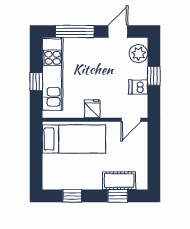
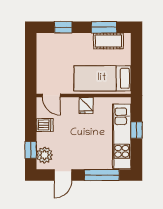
window: (154, 76) -> (31, 150), moved
door: (131, 120) -> (51, 96), swing flipped
cot: (119, 181) -> (108, 41), moved
window: (72, 196) -> (104, 27), width x1.50

